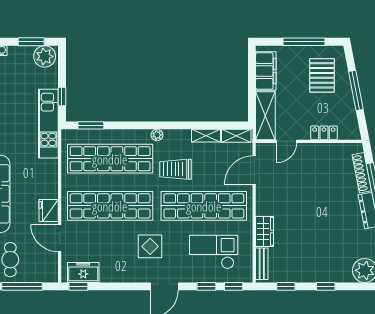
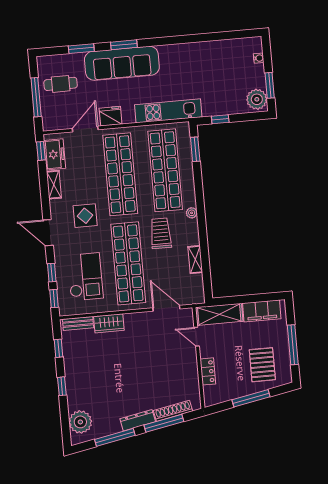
pallet: (322, 75) -> (262, 365), turned 90
kitchen unit: (48, 124) -> (168, 111), moved
shelving: (236, 136) -> (54, 185), moved

